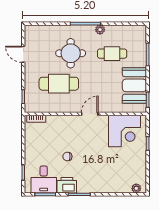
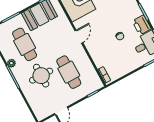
cafe table: (112, 54) -> (25, 44), width x1.37, depth x1.35
door: (90, 114) -> (79, 37), swing flipped

